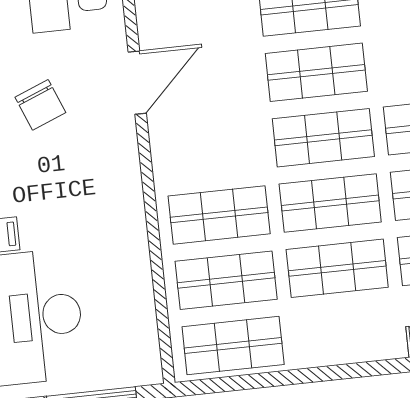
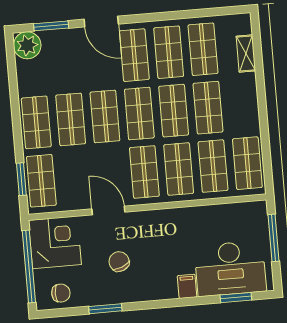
chair: (40, 105) -> (119, 262), turned -90
shop shelf: (212, 150) -> (144, 172), added

